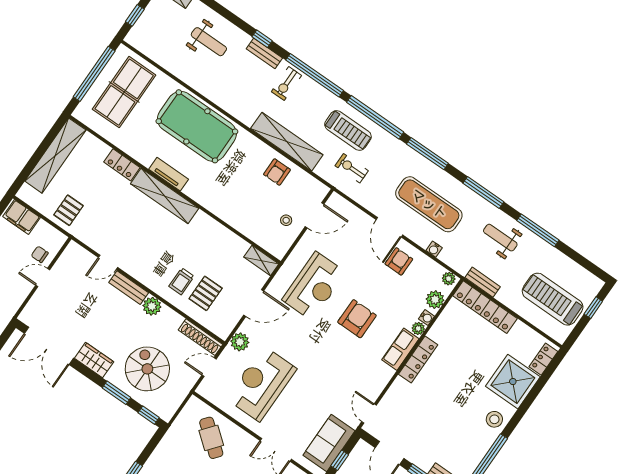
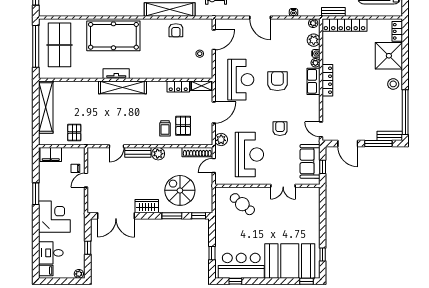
locker: (122, 165) -> (178, 86), moved
armchair: (399, 261) -> (280, 129), moved
reception desk: (261, 384) -> (249, 154), turned 180

